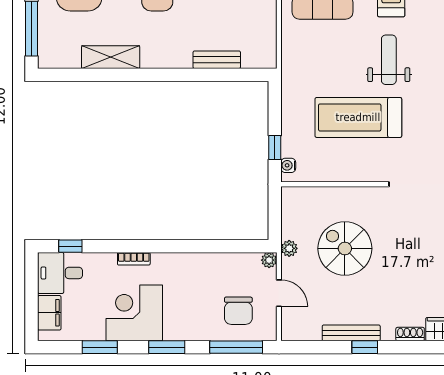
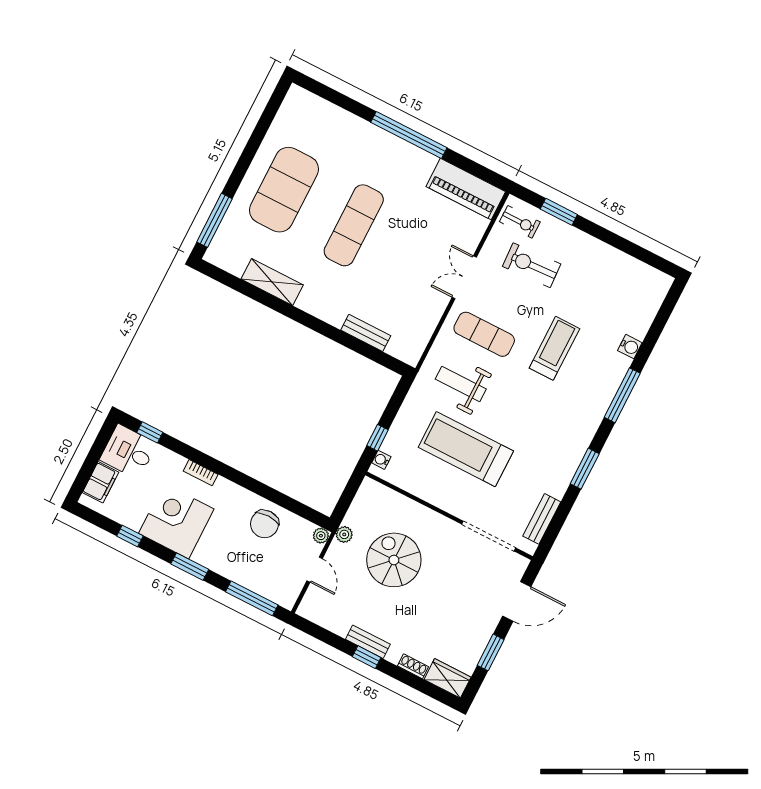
weight bench: (389, 60) -> (461, 384), moved, turned -90
chair: (238, 311) -> (265, 524), moved
bench: (351, 333) -> (368, 642), width x0.73
window: (100, 347) -> (130, 536), width x0.67

